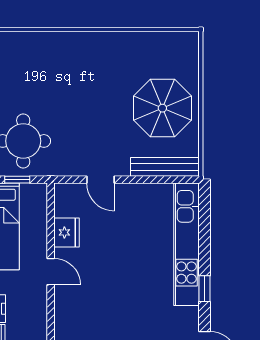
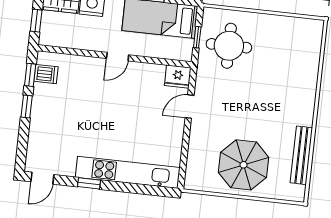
bench: (165, 167) -> (301, 155), moved
fridge: (66, 232) -> (178, 77), moved

